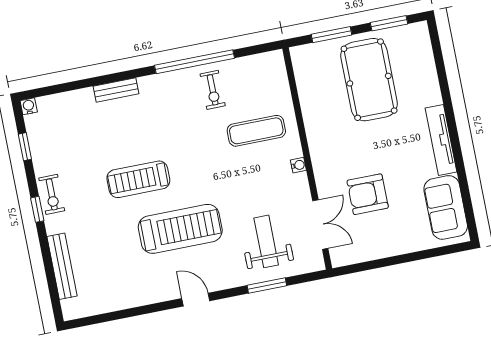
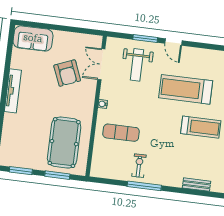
window: (194, 62) -> (144, 186), width x0.68
pool table: (369, 80) -> (64, 143), moved
armchair: (368, 194) -> (67, 73), turned 68
sofa: (446, 207) -> (33, 38), moved, turned 90
door: (196, 300) -> (173, 42), moved

